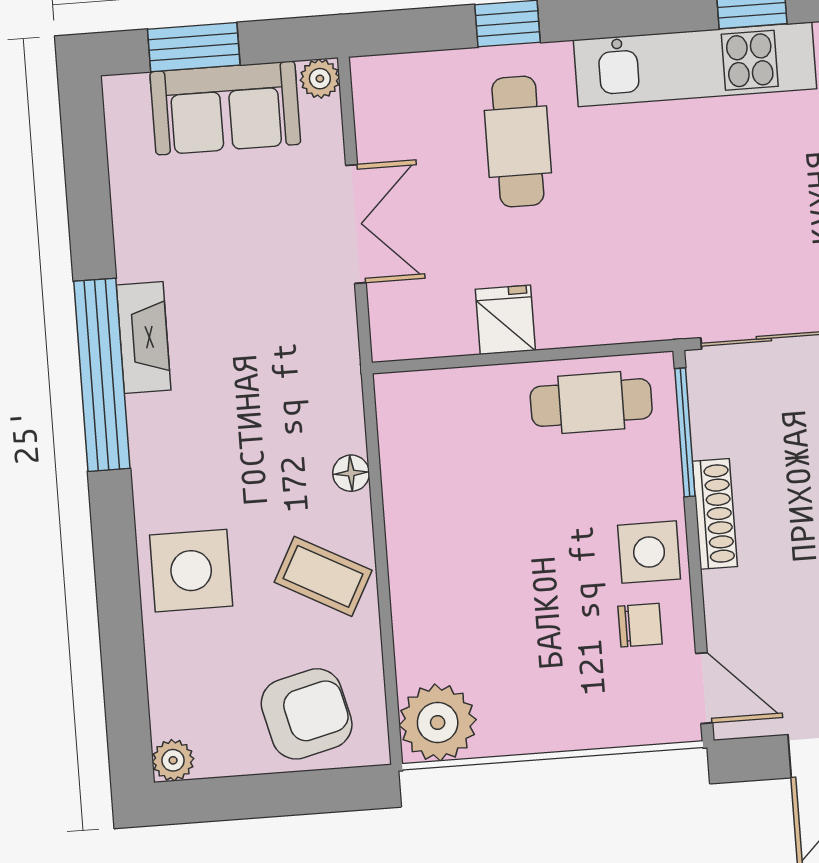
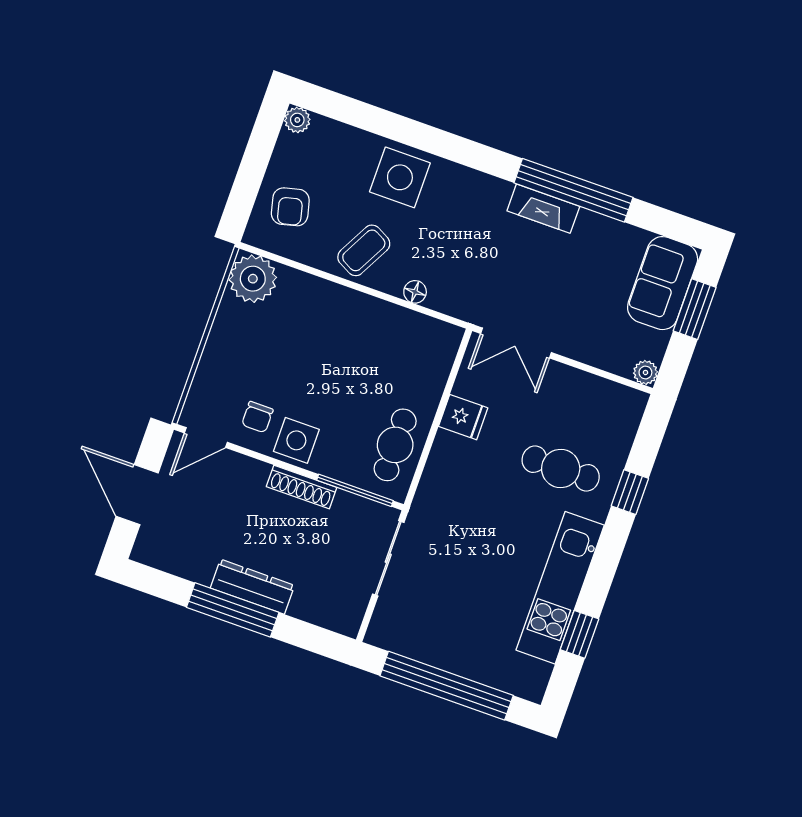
sofa: (225, 108) -> (663, 283), moved
double door: (356, 224) -> (516, 343), moved
window: (102, 375) -> (573, 190), moved
armchair: (307, 714) -> (290, 207), width x0.72, depth x0.72

